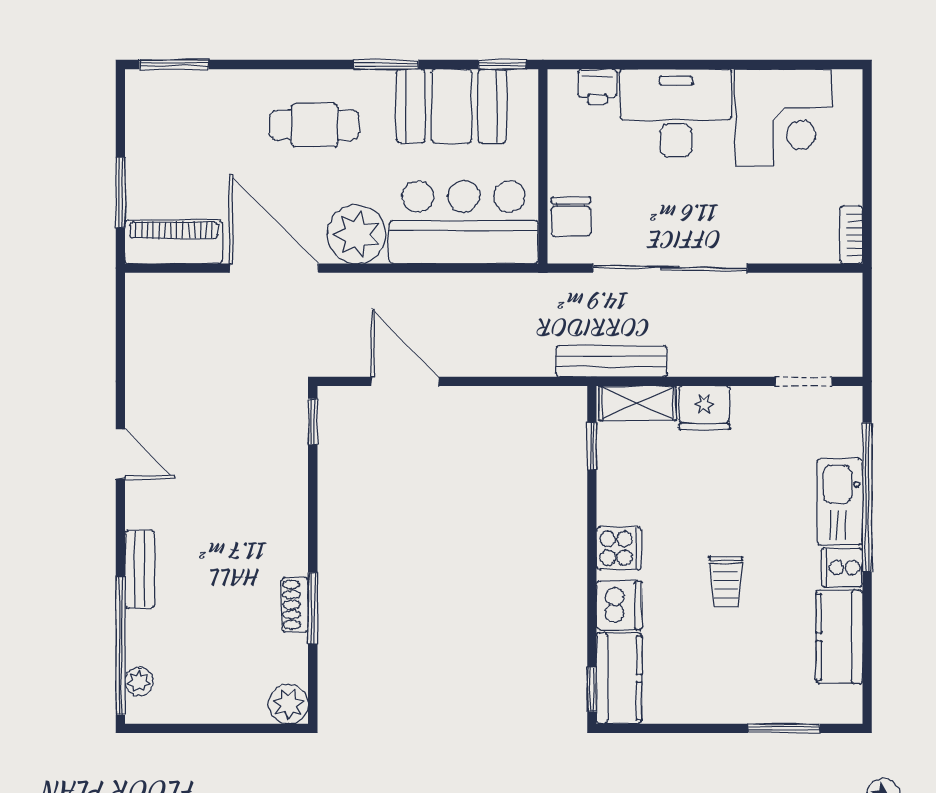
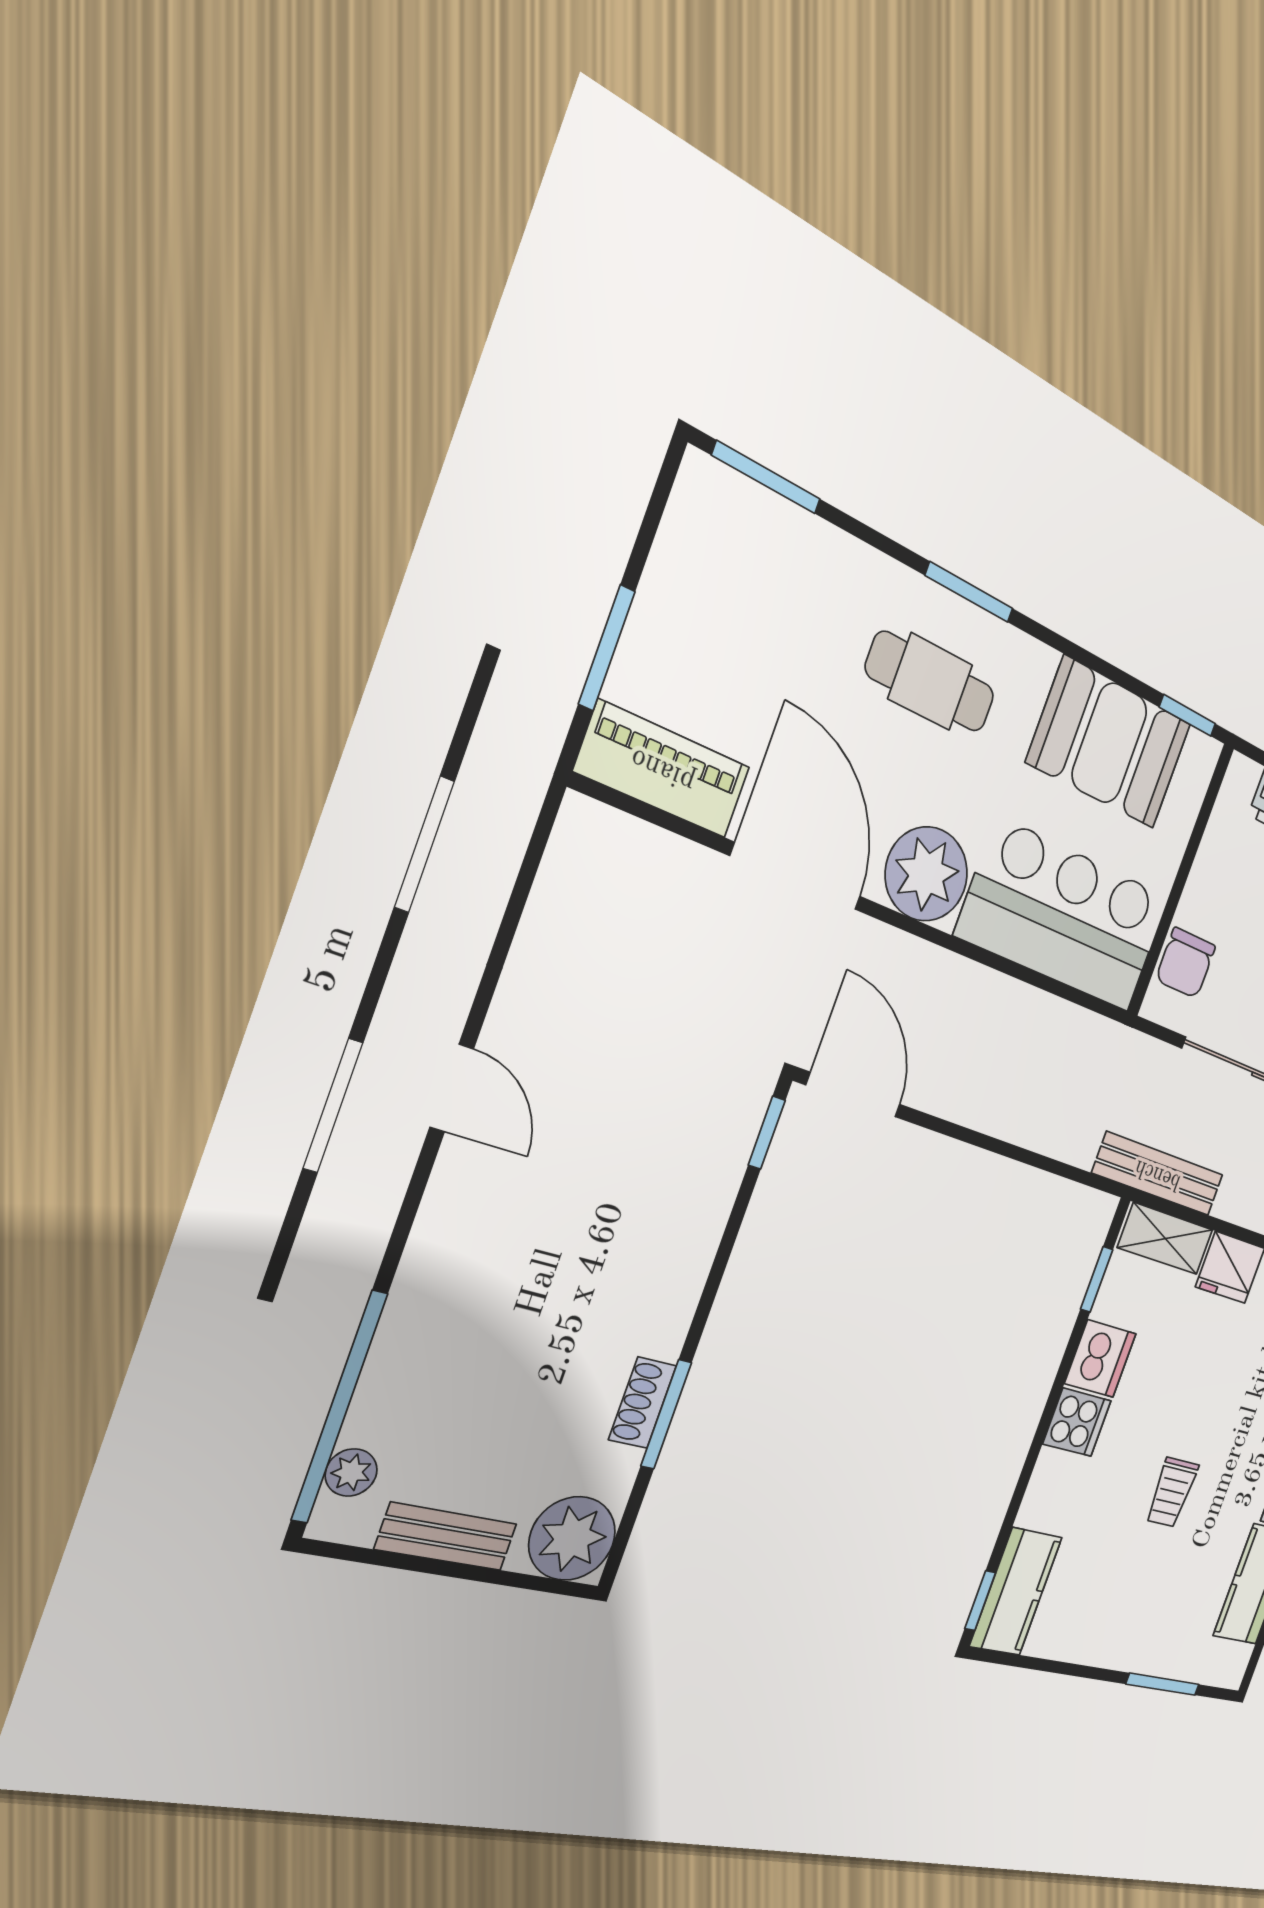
window: (386, 65) -> (969, 592), moved
door: (405, 381) -> (853, 1095), moved
bench: (140, 569) -> (446, 1536), moved, turned 90
dishwasher: (619, 605) -> (1100, 1359), moved
plant: (288, 704) -> (572, 1538), width x1.36, depth x1.36

